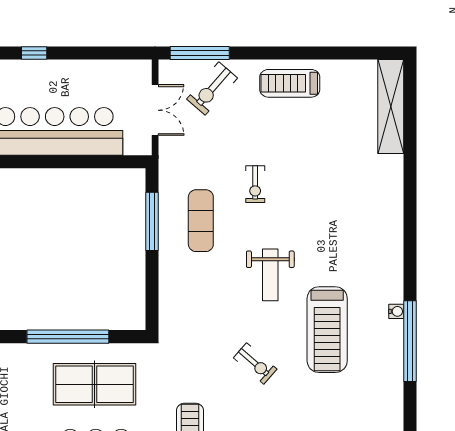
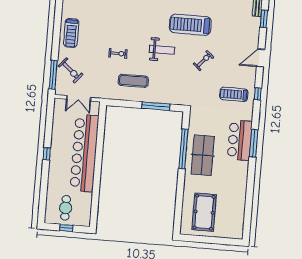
double door: (155, 110) -> (79, 98), swing flipped
window: (152, 221) -> (156, 106), moved
treadmill: (327, 330) -> (190, 25), turned 180
table tennis table: (95, 384) -> (203, 155), moved

